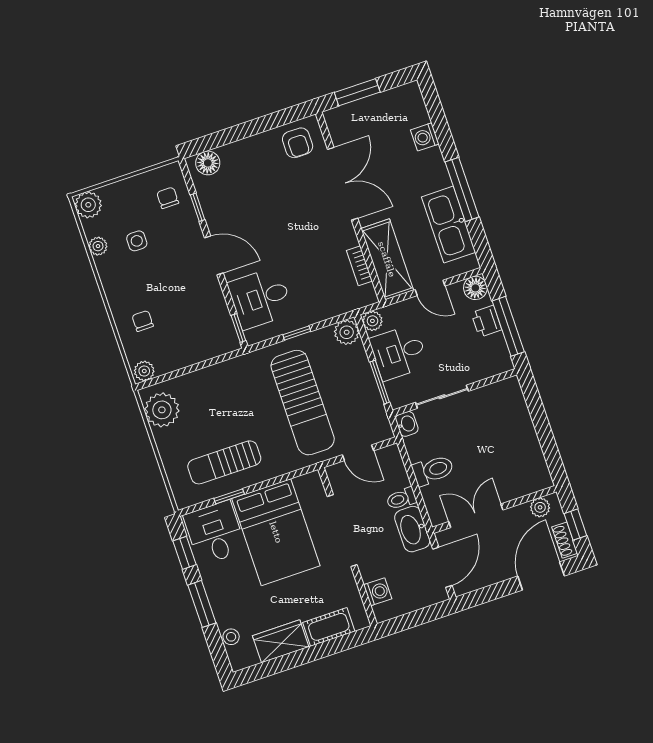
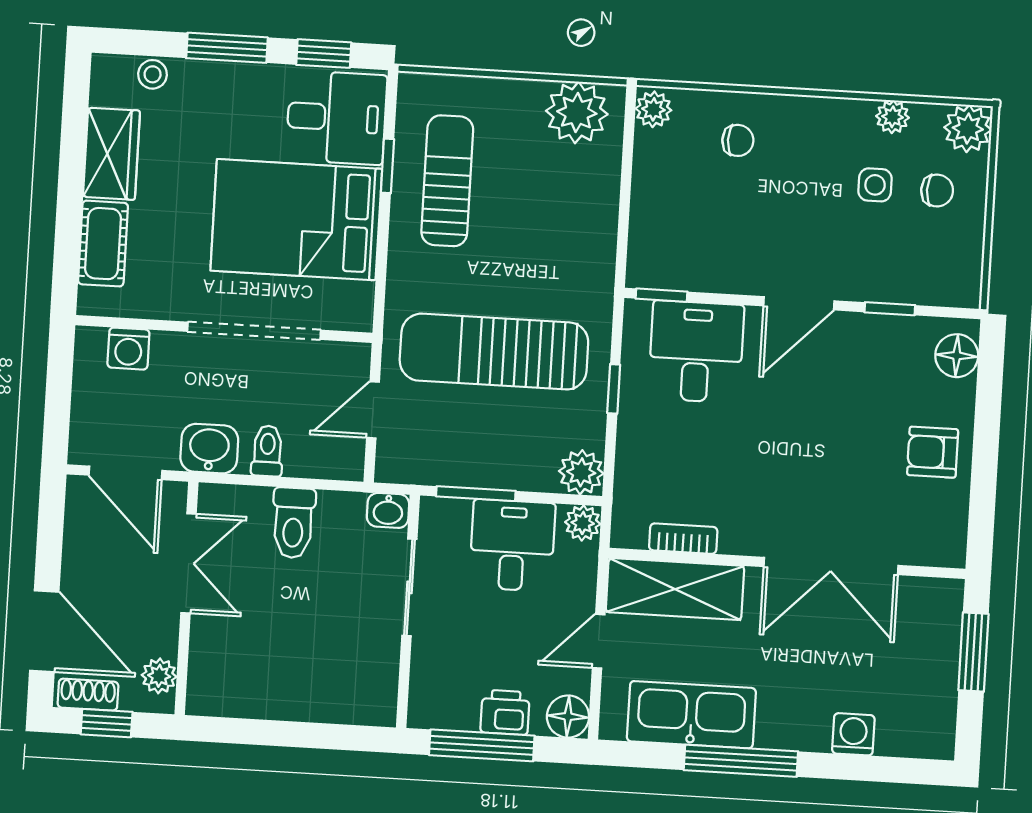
armchair: (298, 143) -> (933, 452), moved
chair: (168, 198) -> (937, 191), moved
washbasin: (412, 529) -> (209, 449), width x0.72

